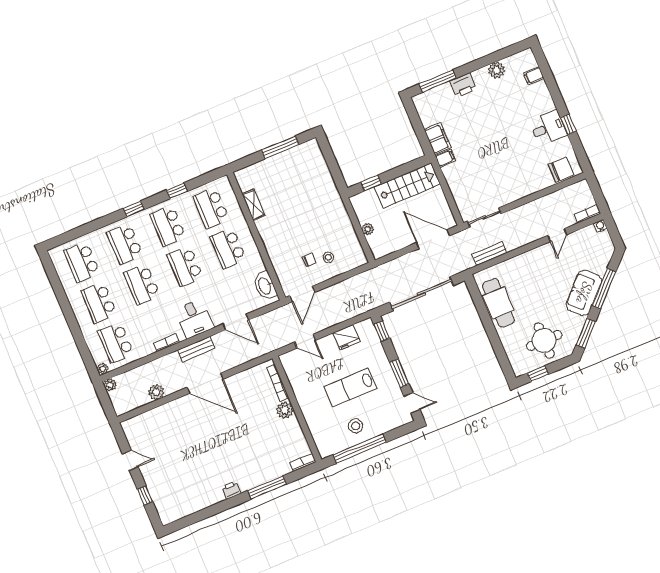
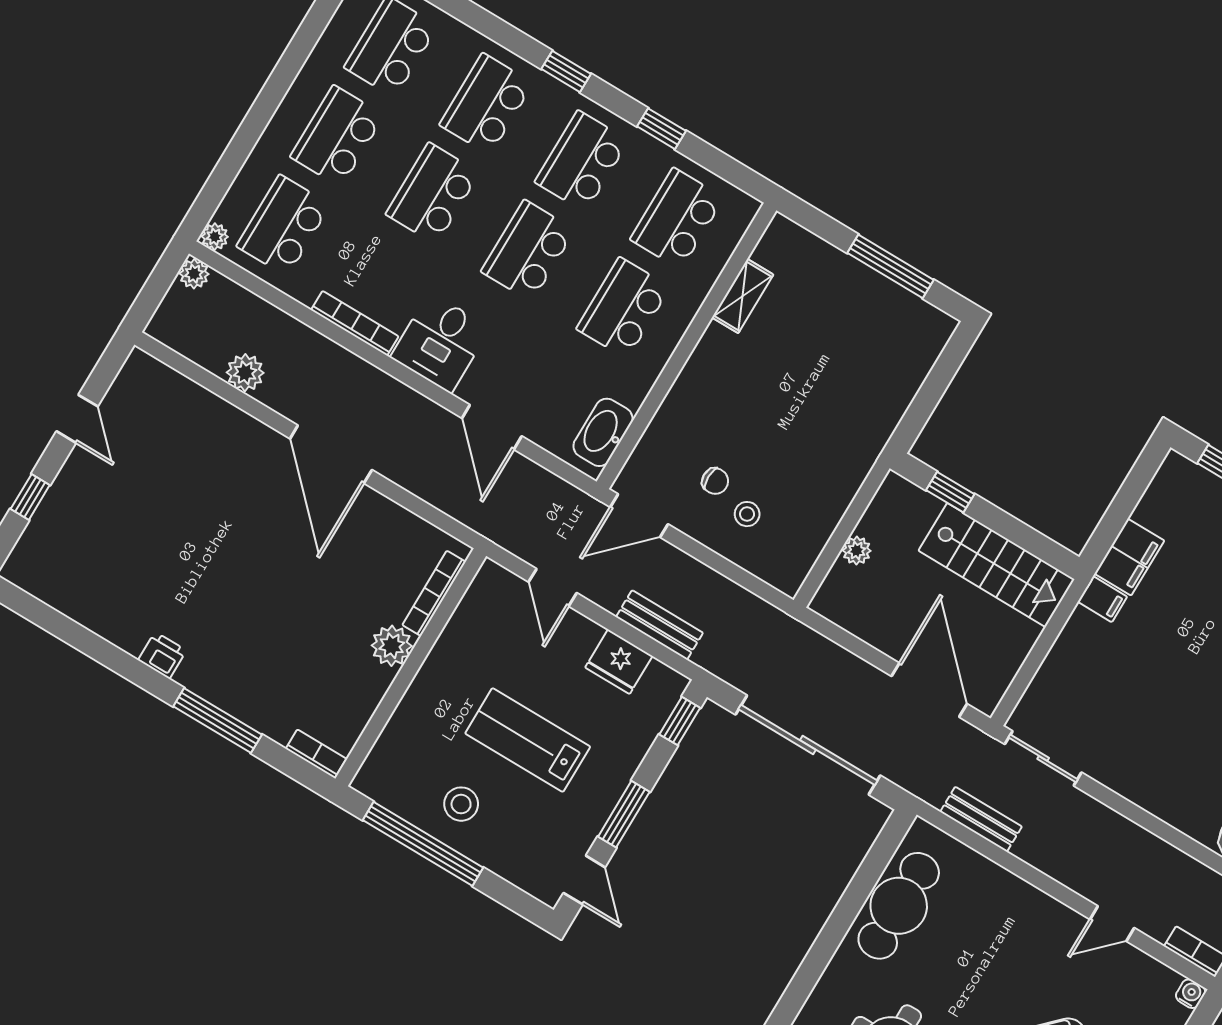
bookcase: (167, 343) -> (355, 323), width x1.56
bench: (196, 349) -> (659, 625), moved

